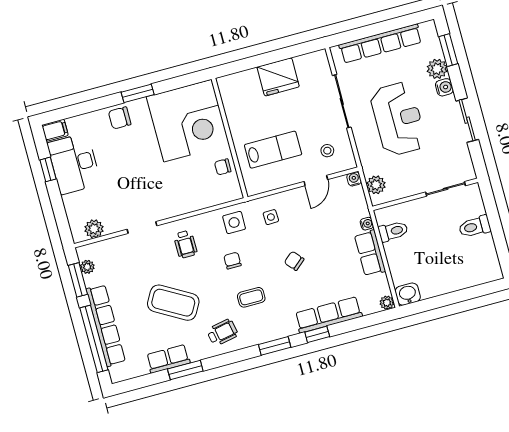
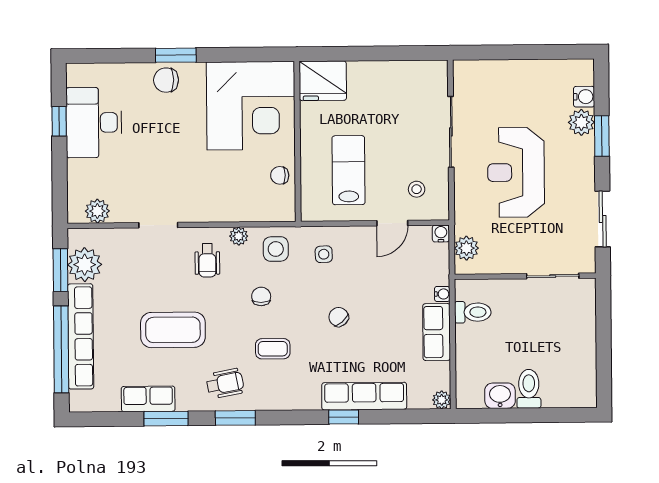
row of seats: (380, 43) -> (518, 72), removed
window: (448, 50) -> (602, 136), moved
fridge: (278, 77) -> (323, 81), moved
water cooler: (444, 87) -> (584, 97), moved
window: (138, 93) -> (176, 55), moved
reception desk: (398, 119) -> (516, 172), turned 180
sliding door: (467, 120) -> (603, 219), moved
filing cabinet: (55, 130) -> (81, 74), removed
lab bench: (273, 150) -> (349, 170), turned -90
plant: (204, 220) -> (239, 236), added
toilet: (475, 227) -> (529, 389), moved, turned 90
plant: (87, 267) -> (85, 265), width x1.88, depth x1.88
washbasin: (408, 294) -> (500, 396), moved
coffee table: (173, 303) -> (173, 330), turned -30
window: (275, 346) -> (235, 418), moved

